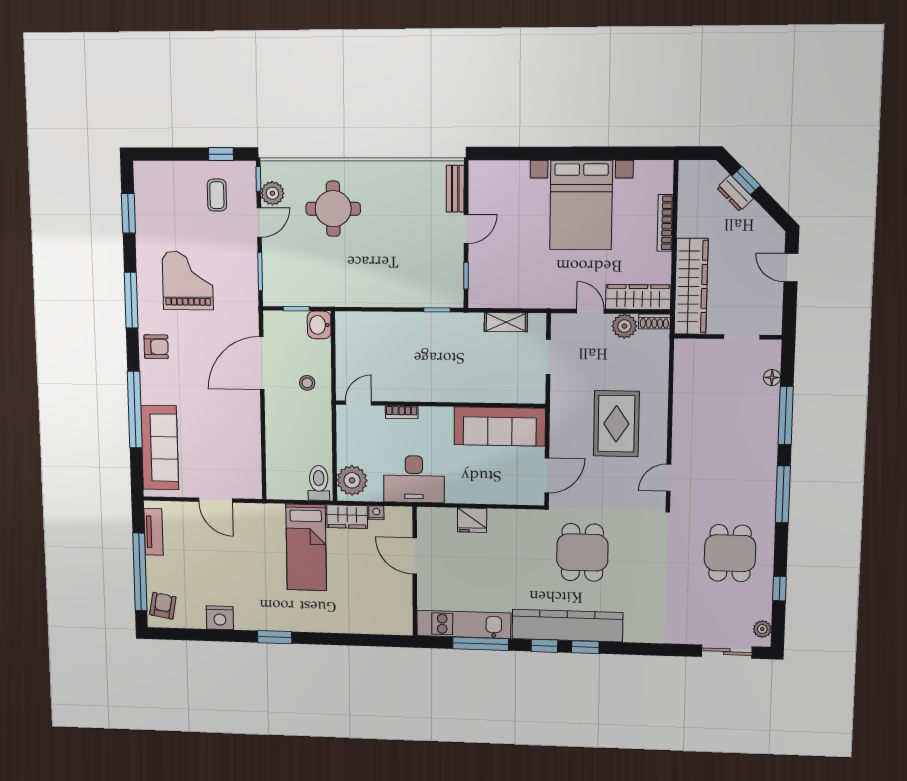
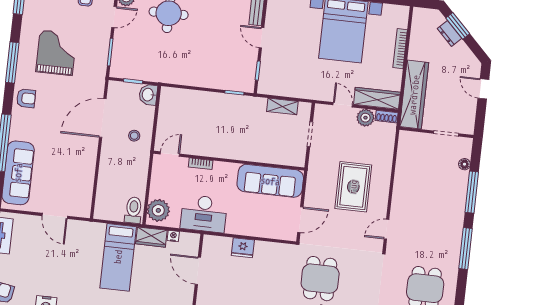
window: (746, 181) -> (458, 26), width x1.50
door: (466, 229) -> (261, 38), swing flipped

